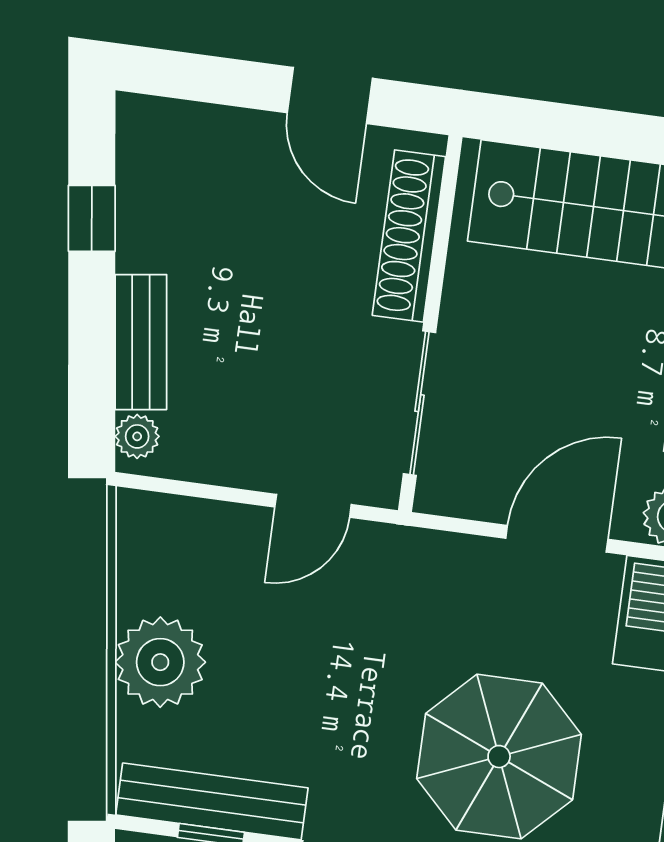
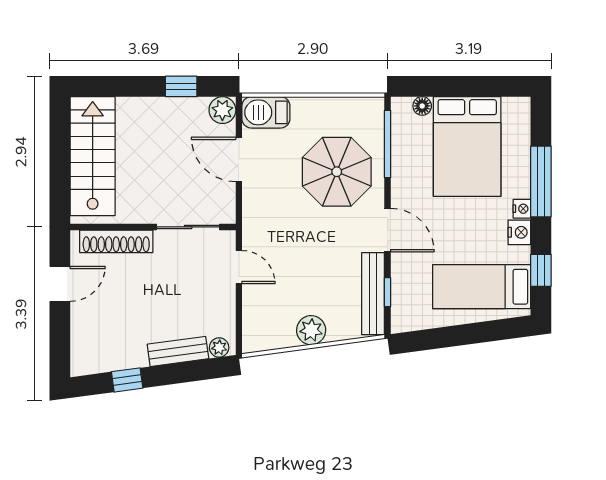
plant: (160, 662) -> (311, 330), width x0.73, depth x0.73

